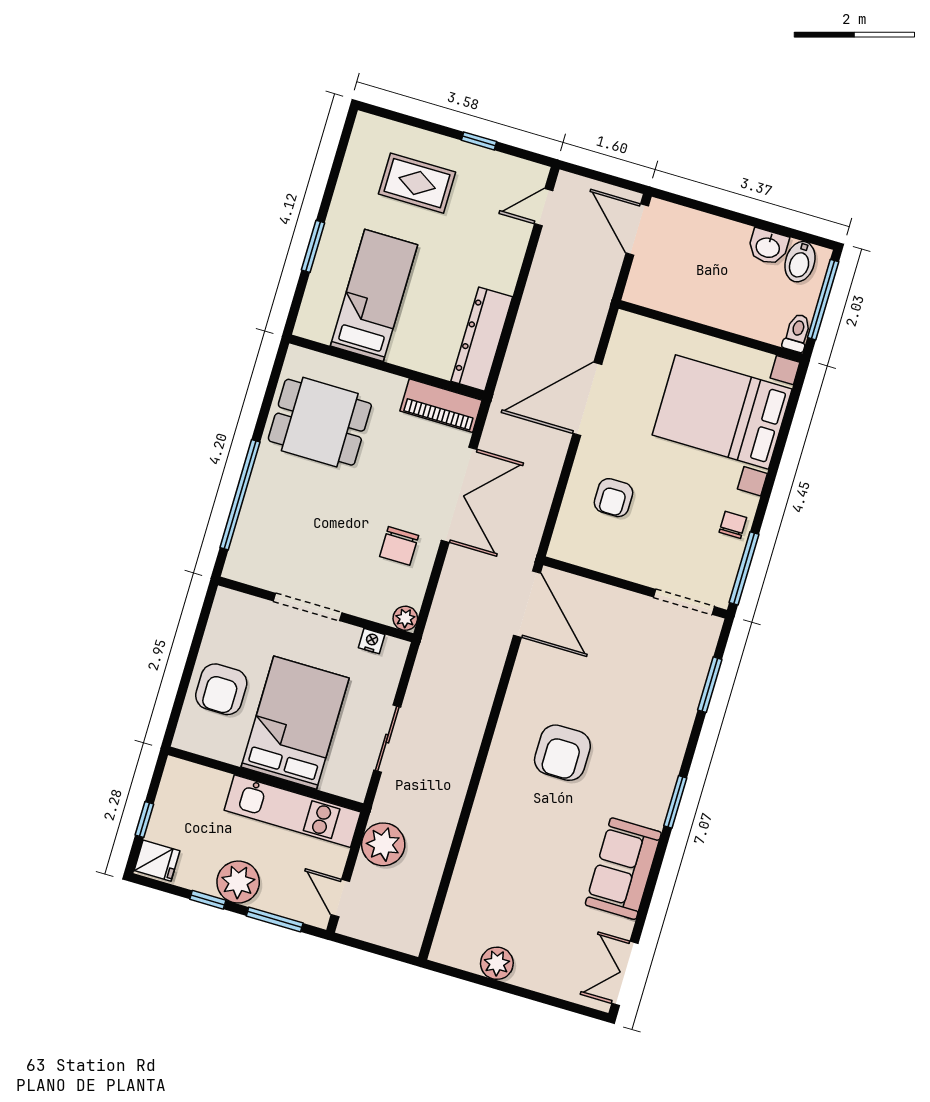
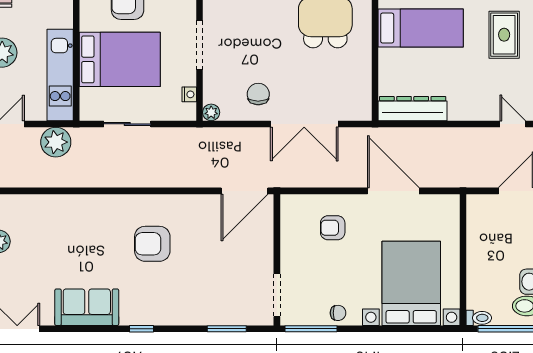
piano: (441, 406) -> (360, 94), removed
chair: (399, 546) -> (258, 94), turned 90
window: (675, 802) -> (142, 329), width x0.67

